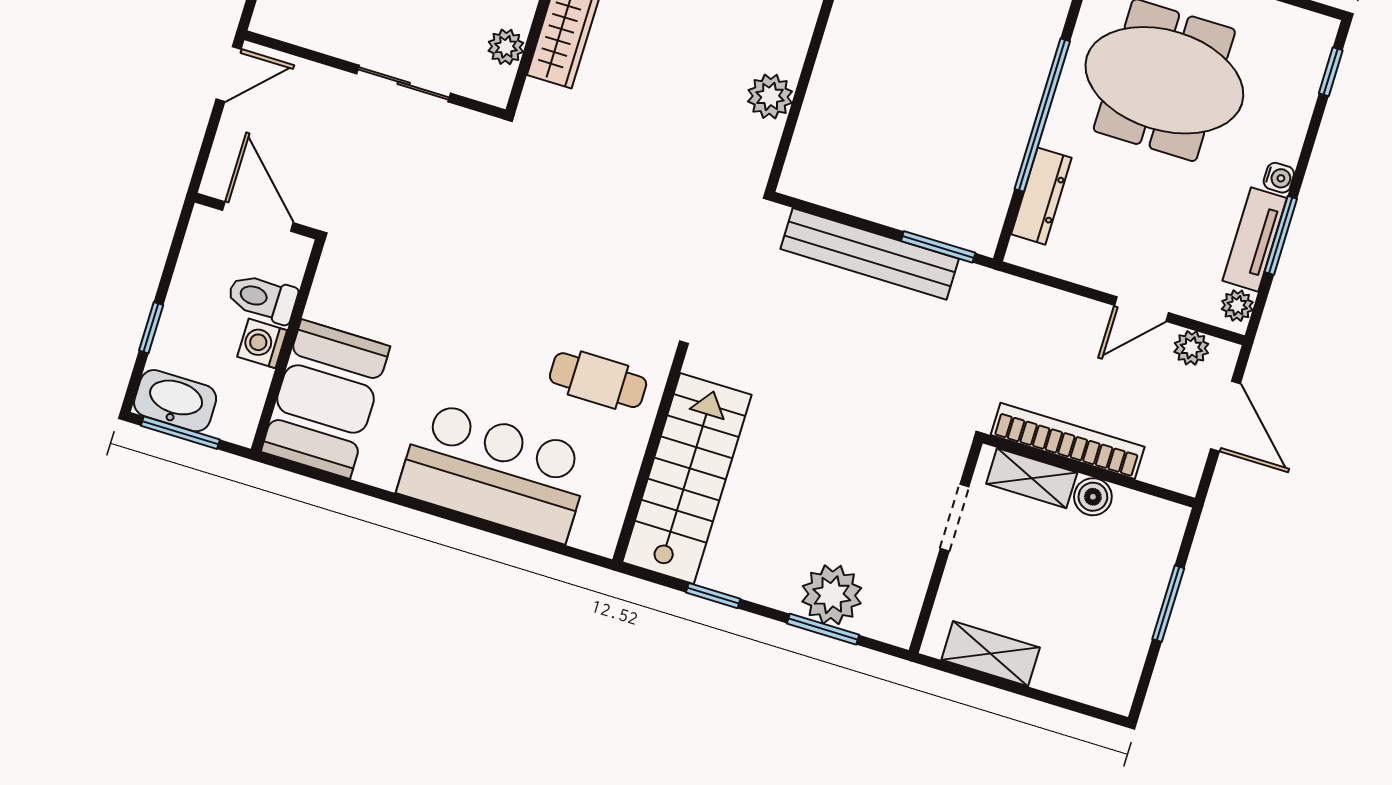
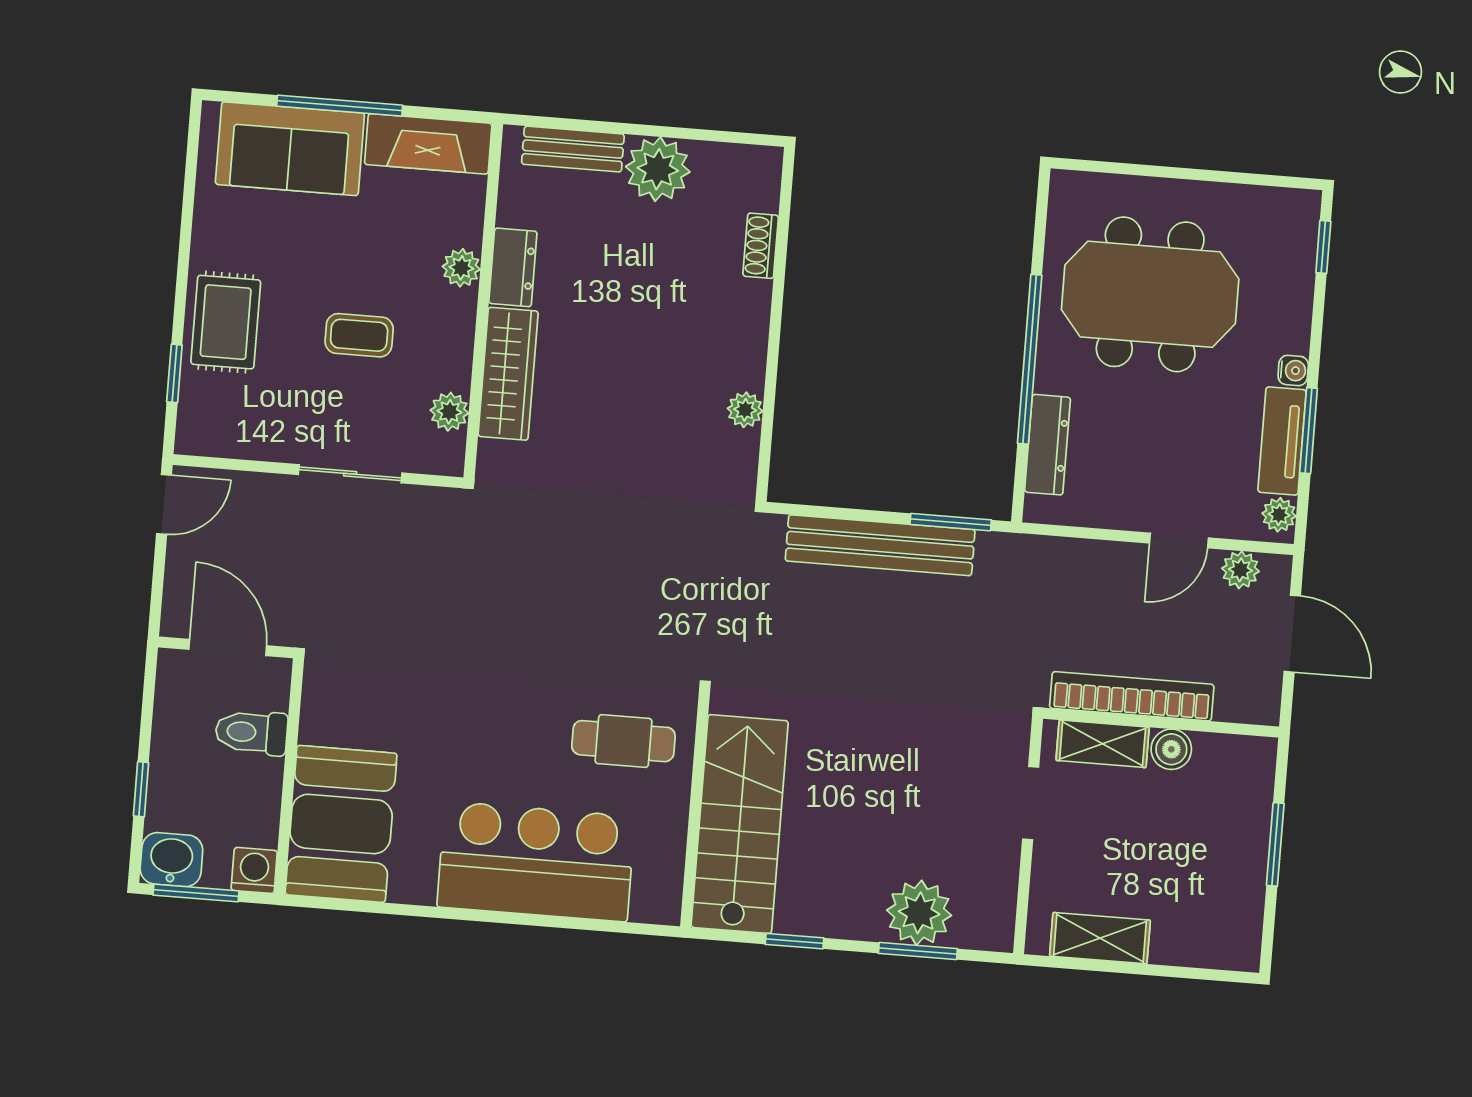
plant: (770, 96) -> (745, 410), width x0.73, depth x0.73
washing machine: (262, 343) -> (254, 870), moved, turned 90
washbasin: (175, 401) -> (171, 860), width x0.72

